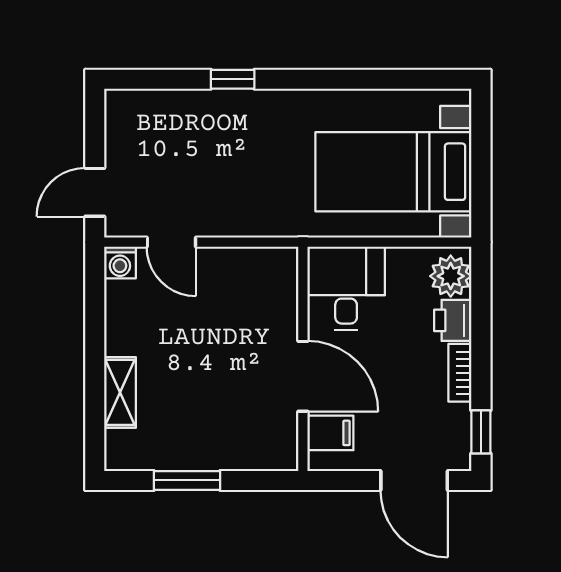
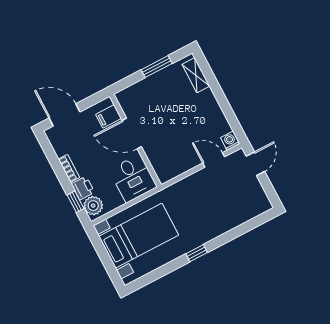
window: (233, 79) -> (197, 253), moved
shelving: (120, 392) -> (196, 75), moved
window: (481, 432) -> (76, 202), moved

